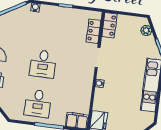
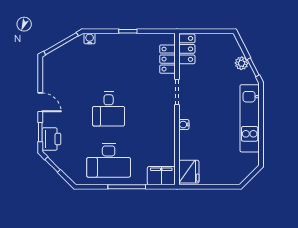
plant: (146, 30) -> (242, 63), moved
desk: (38, 103) -> (109, 160), width x1.37

